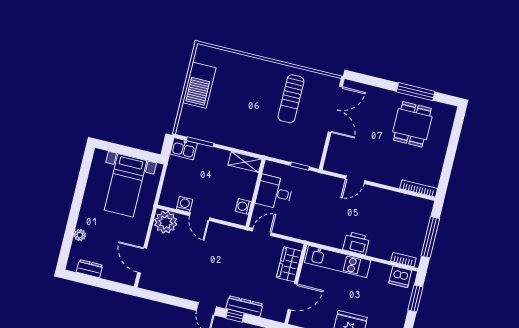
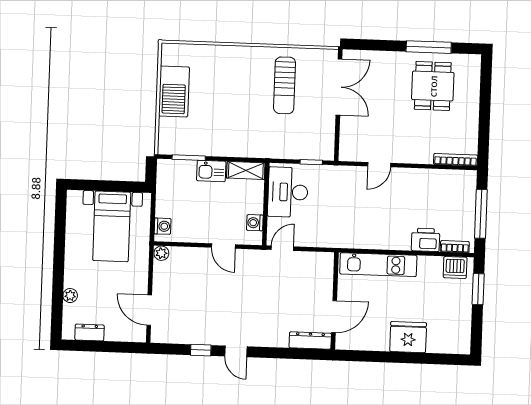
kitchen sink: (184, 149) -> (211, 171), moved
desk: (274, 192) -> (288, 192), width x1.37
washing machine: (185, 204) -> (163, 226), moved, turned 90
door: (200, 217) -> (223, 246), moved
plant: (166, 222) -> (161, 253), width x0.53, depth x0.53
printer: (356, 243) -> (426, 240), moved
wardrobe: (289, 264) -> (322, 279), removed
dresser: (244, 306) -> (310, 340), moved
window: (235, 316) -> (201, 350), moved

